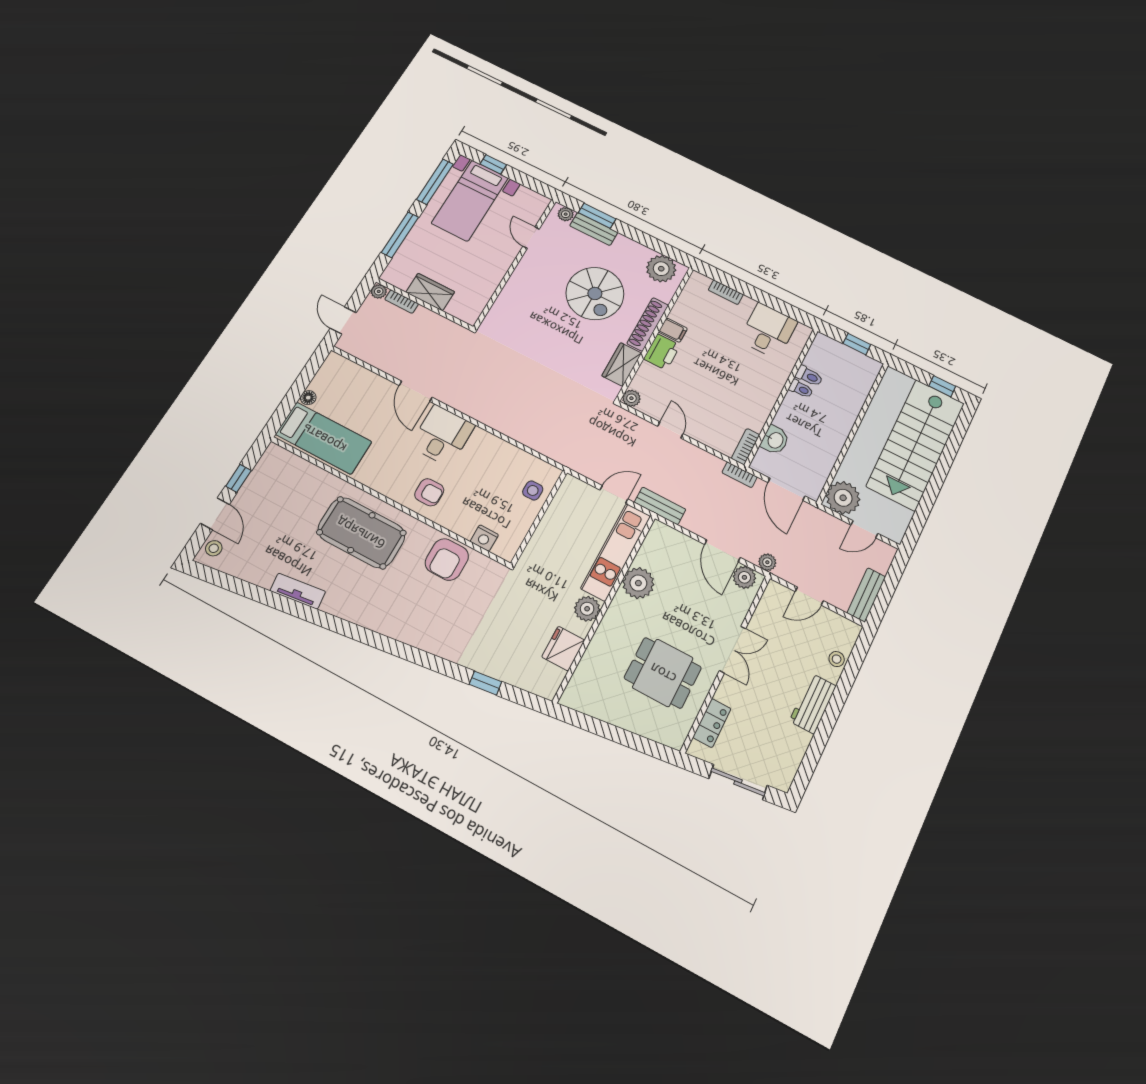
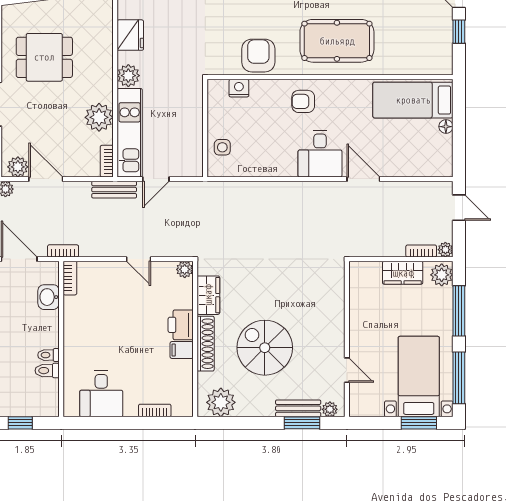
window: (493, 164) -> (419, 423), width x1.50
plant: (396, 272) -> (442, 275), added
bookcase: (653, 537) -> (107, 161), added

